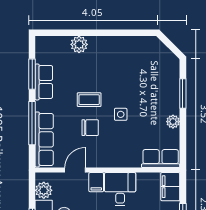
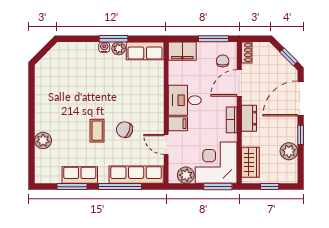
window: (183, 93) -> (113, 39), moved
water cooler: (174, 107) -> (104, 47), added
side table: (121, 114) -> (111, 100), removed
chair: (90, 128) -> (124, 130), turned -70
row of seats: (161, 159) -> (145, 51), moved, turned -90

